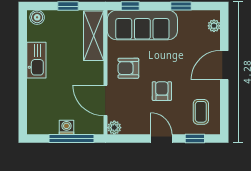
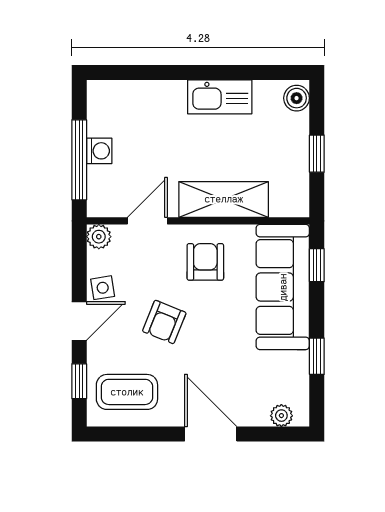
shelving: (94, 36) -> (224, 199), moved
armchair: (162, 91) -> (164, 322), turned 112
door: (105, 100) -> (147, 221), width x0.73
coffee table: (201, 112) -> (127, 392), width x1.36, depth x1.30
side table: (143, 125) -> (103, 288), added

